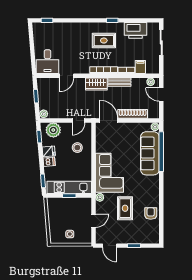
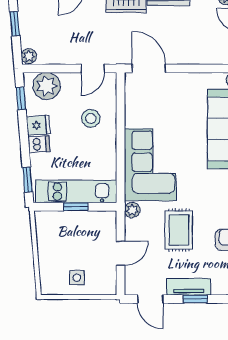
shoe rack: (133, 114) -> (193, 56), removed
tv unit: (130, 239) -> (189, 287), added

